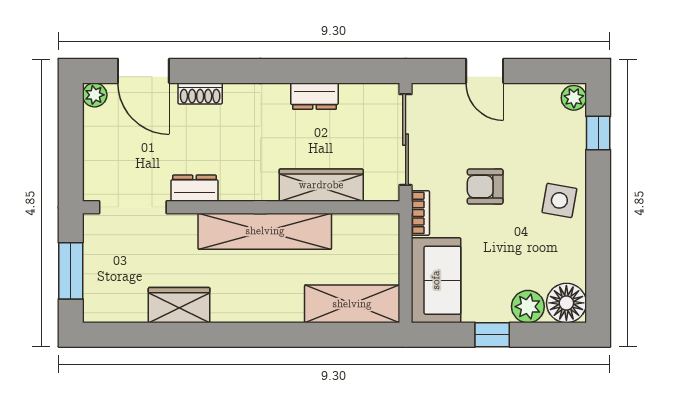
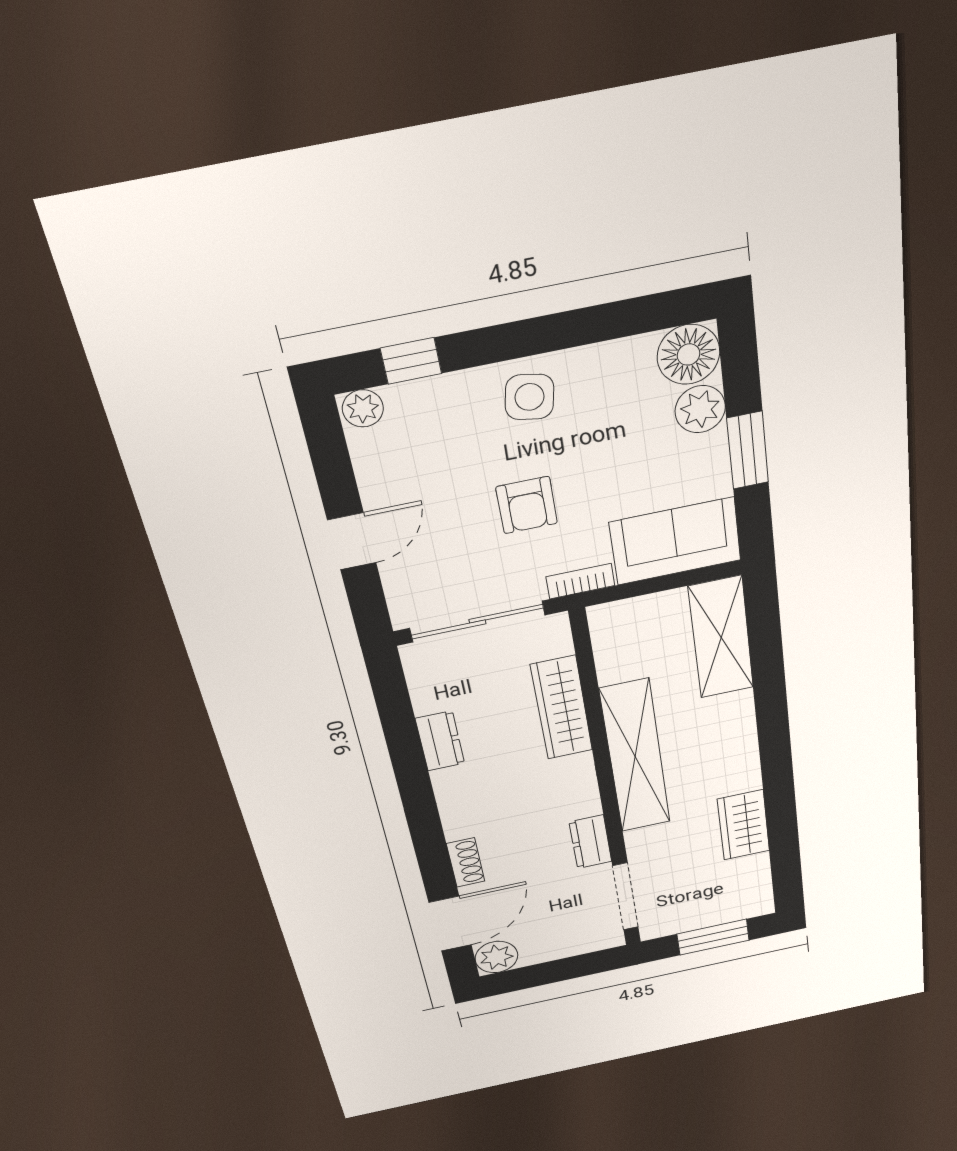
plant: (95, 95) -> (496, 957), width x1.38, depth x1.38
window: (492, 335) -> (748, 450), width x1.50

